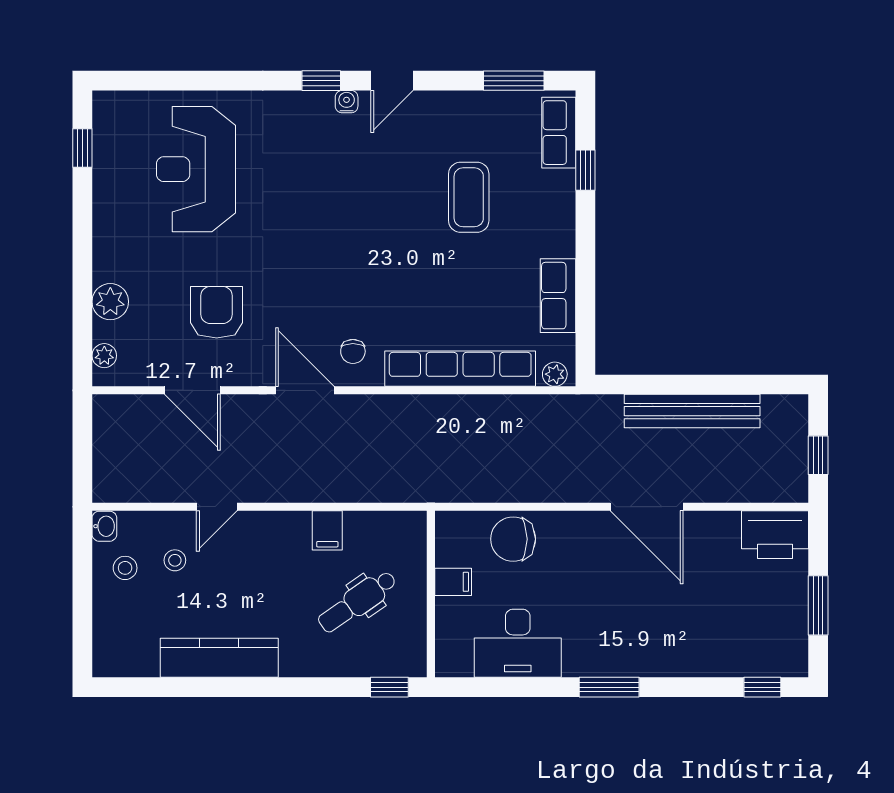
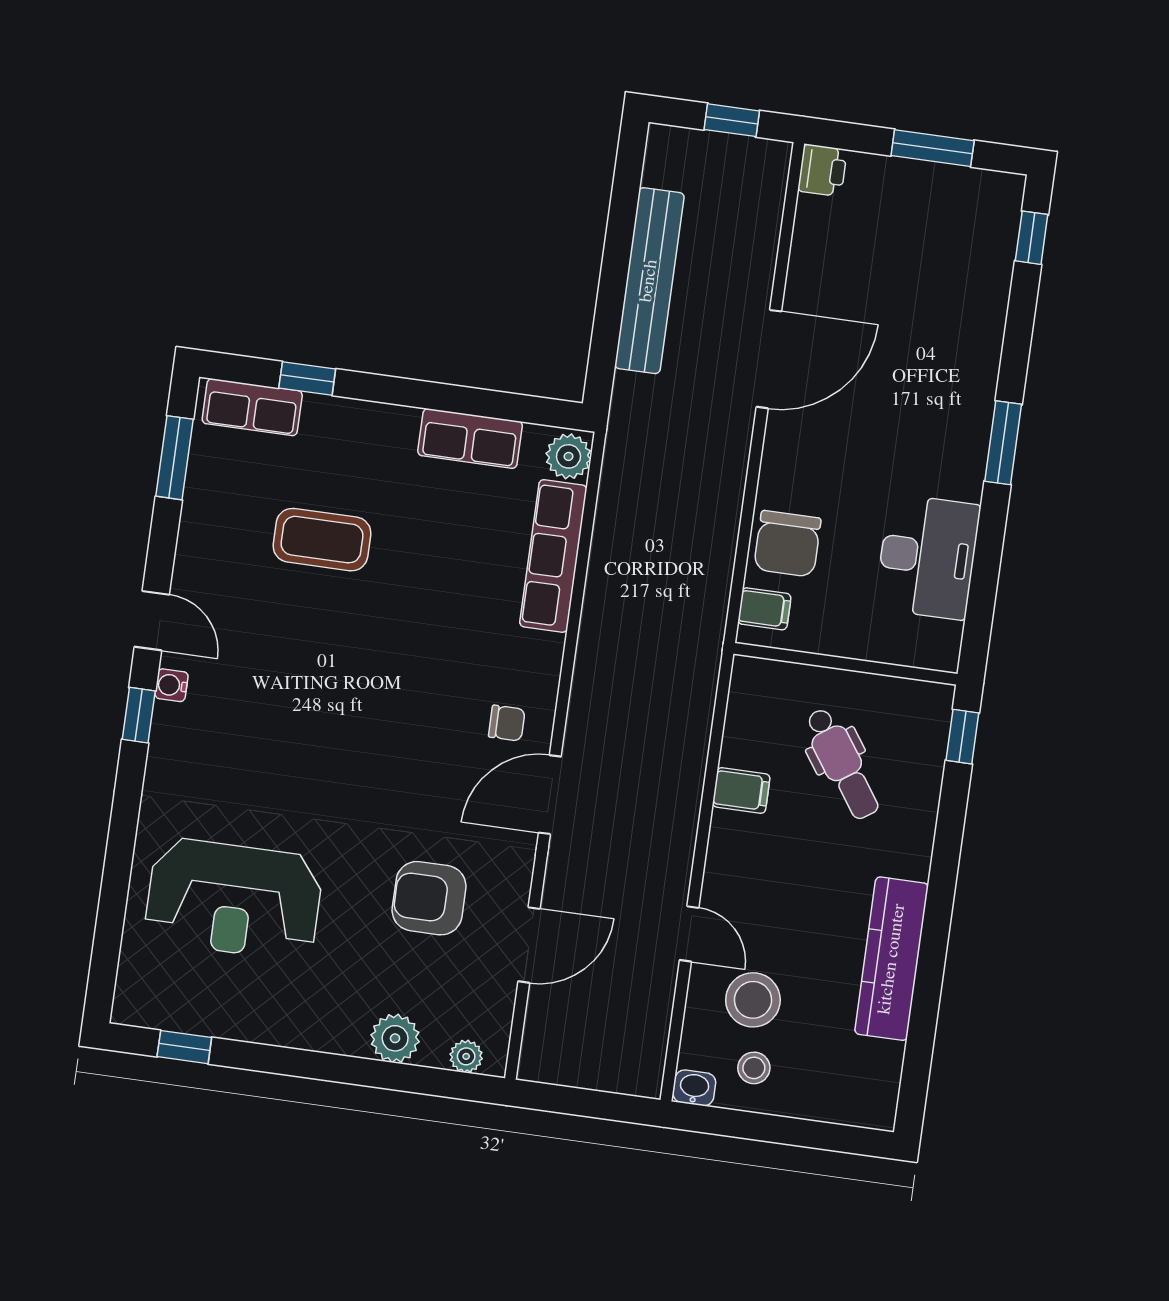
row of seats: (460, 369) -> (553, 556), width x0.73
plant: (555, 374) -> (568, 456), width x1.38, depth x1.38
printer: (775, 535) -> (822, 170), width x0.53, depth x0.68
stool: (175, 560) -> (753, 1000), width x1.89, depth x1.89
filing cabinet: (453, 582) -> (764, 609), moved, turned 90

